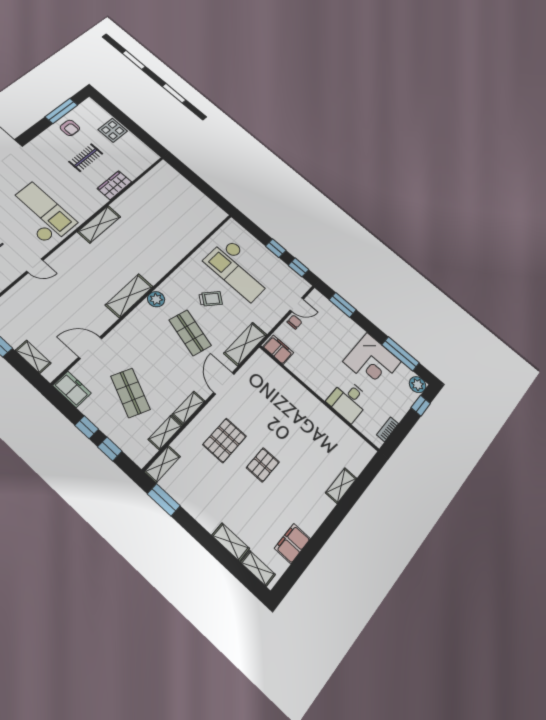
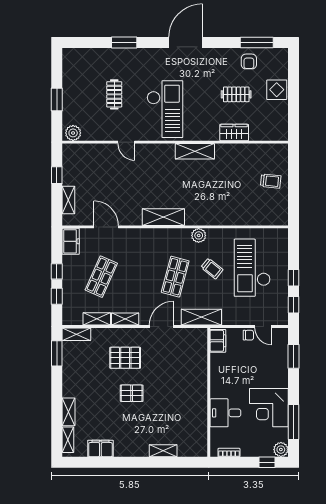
trolley: (181, 196) -> (271, 181), added
plant: (156, 299) -> (199, 235), moved

